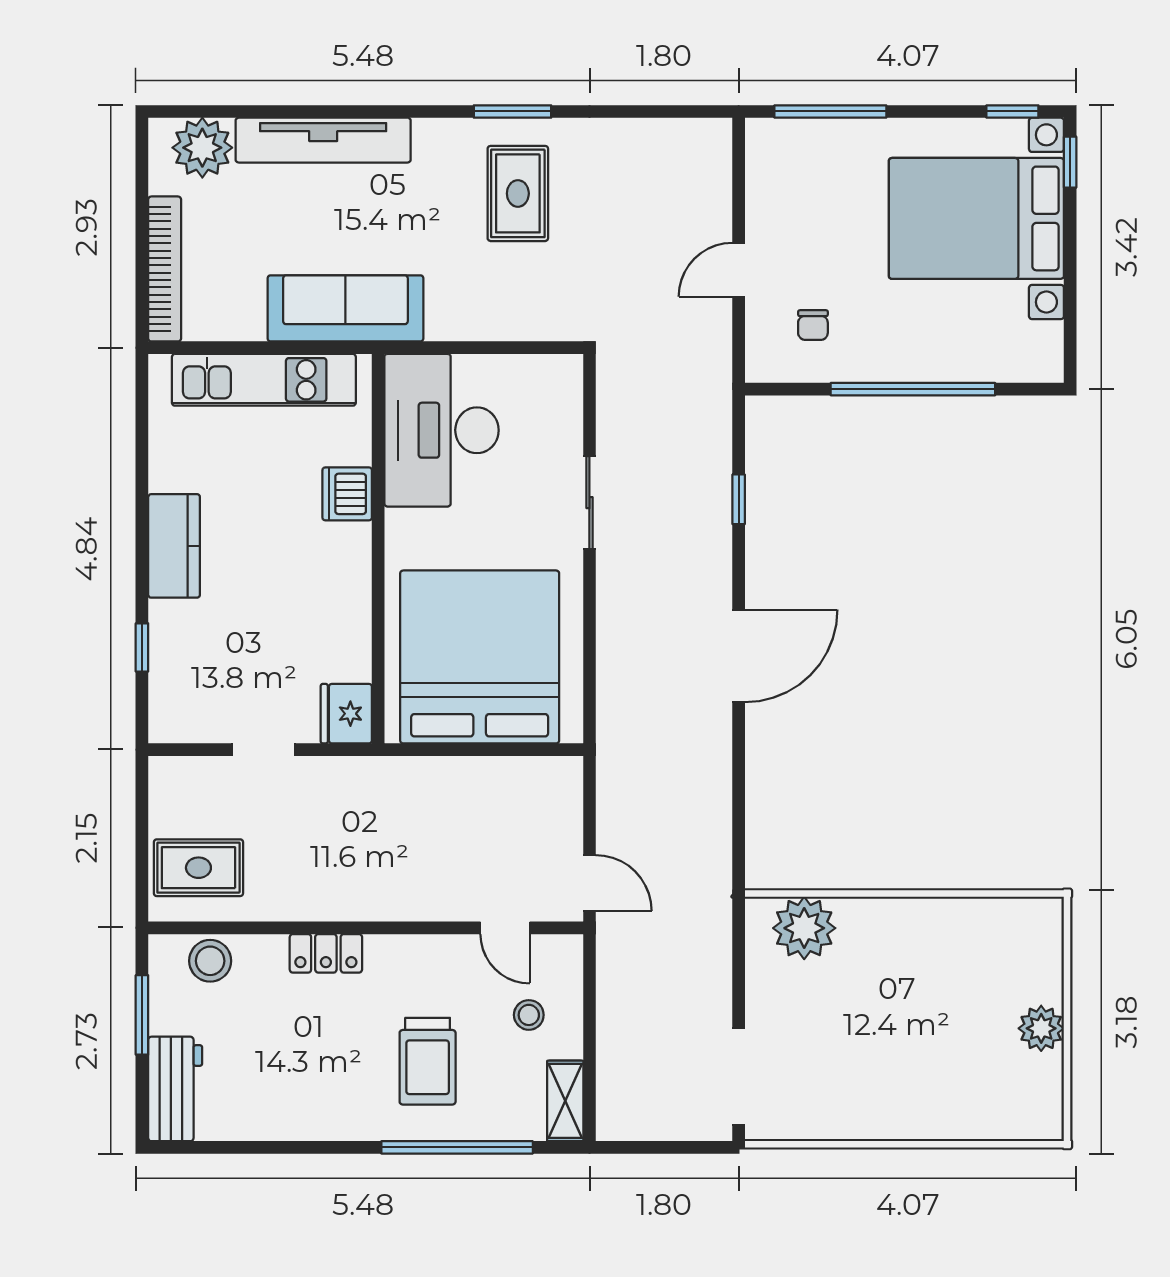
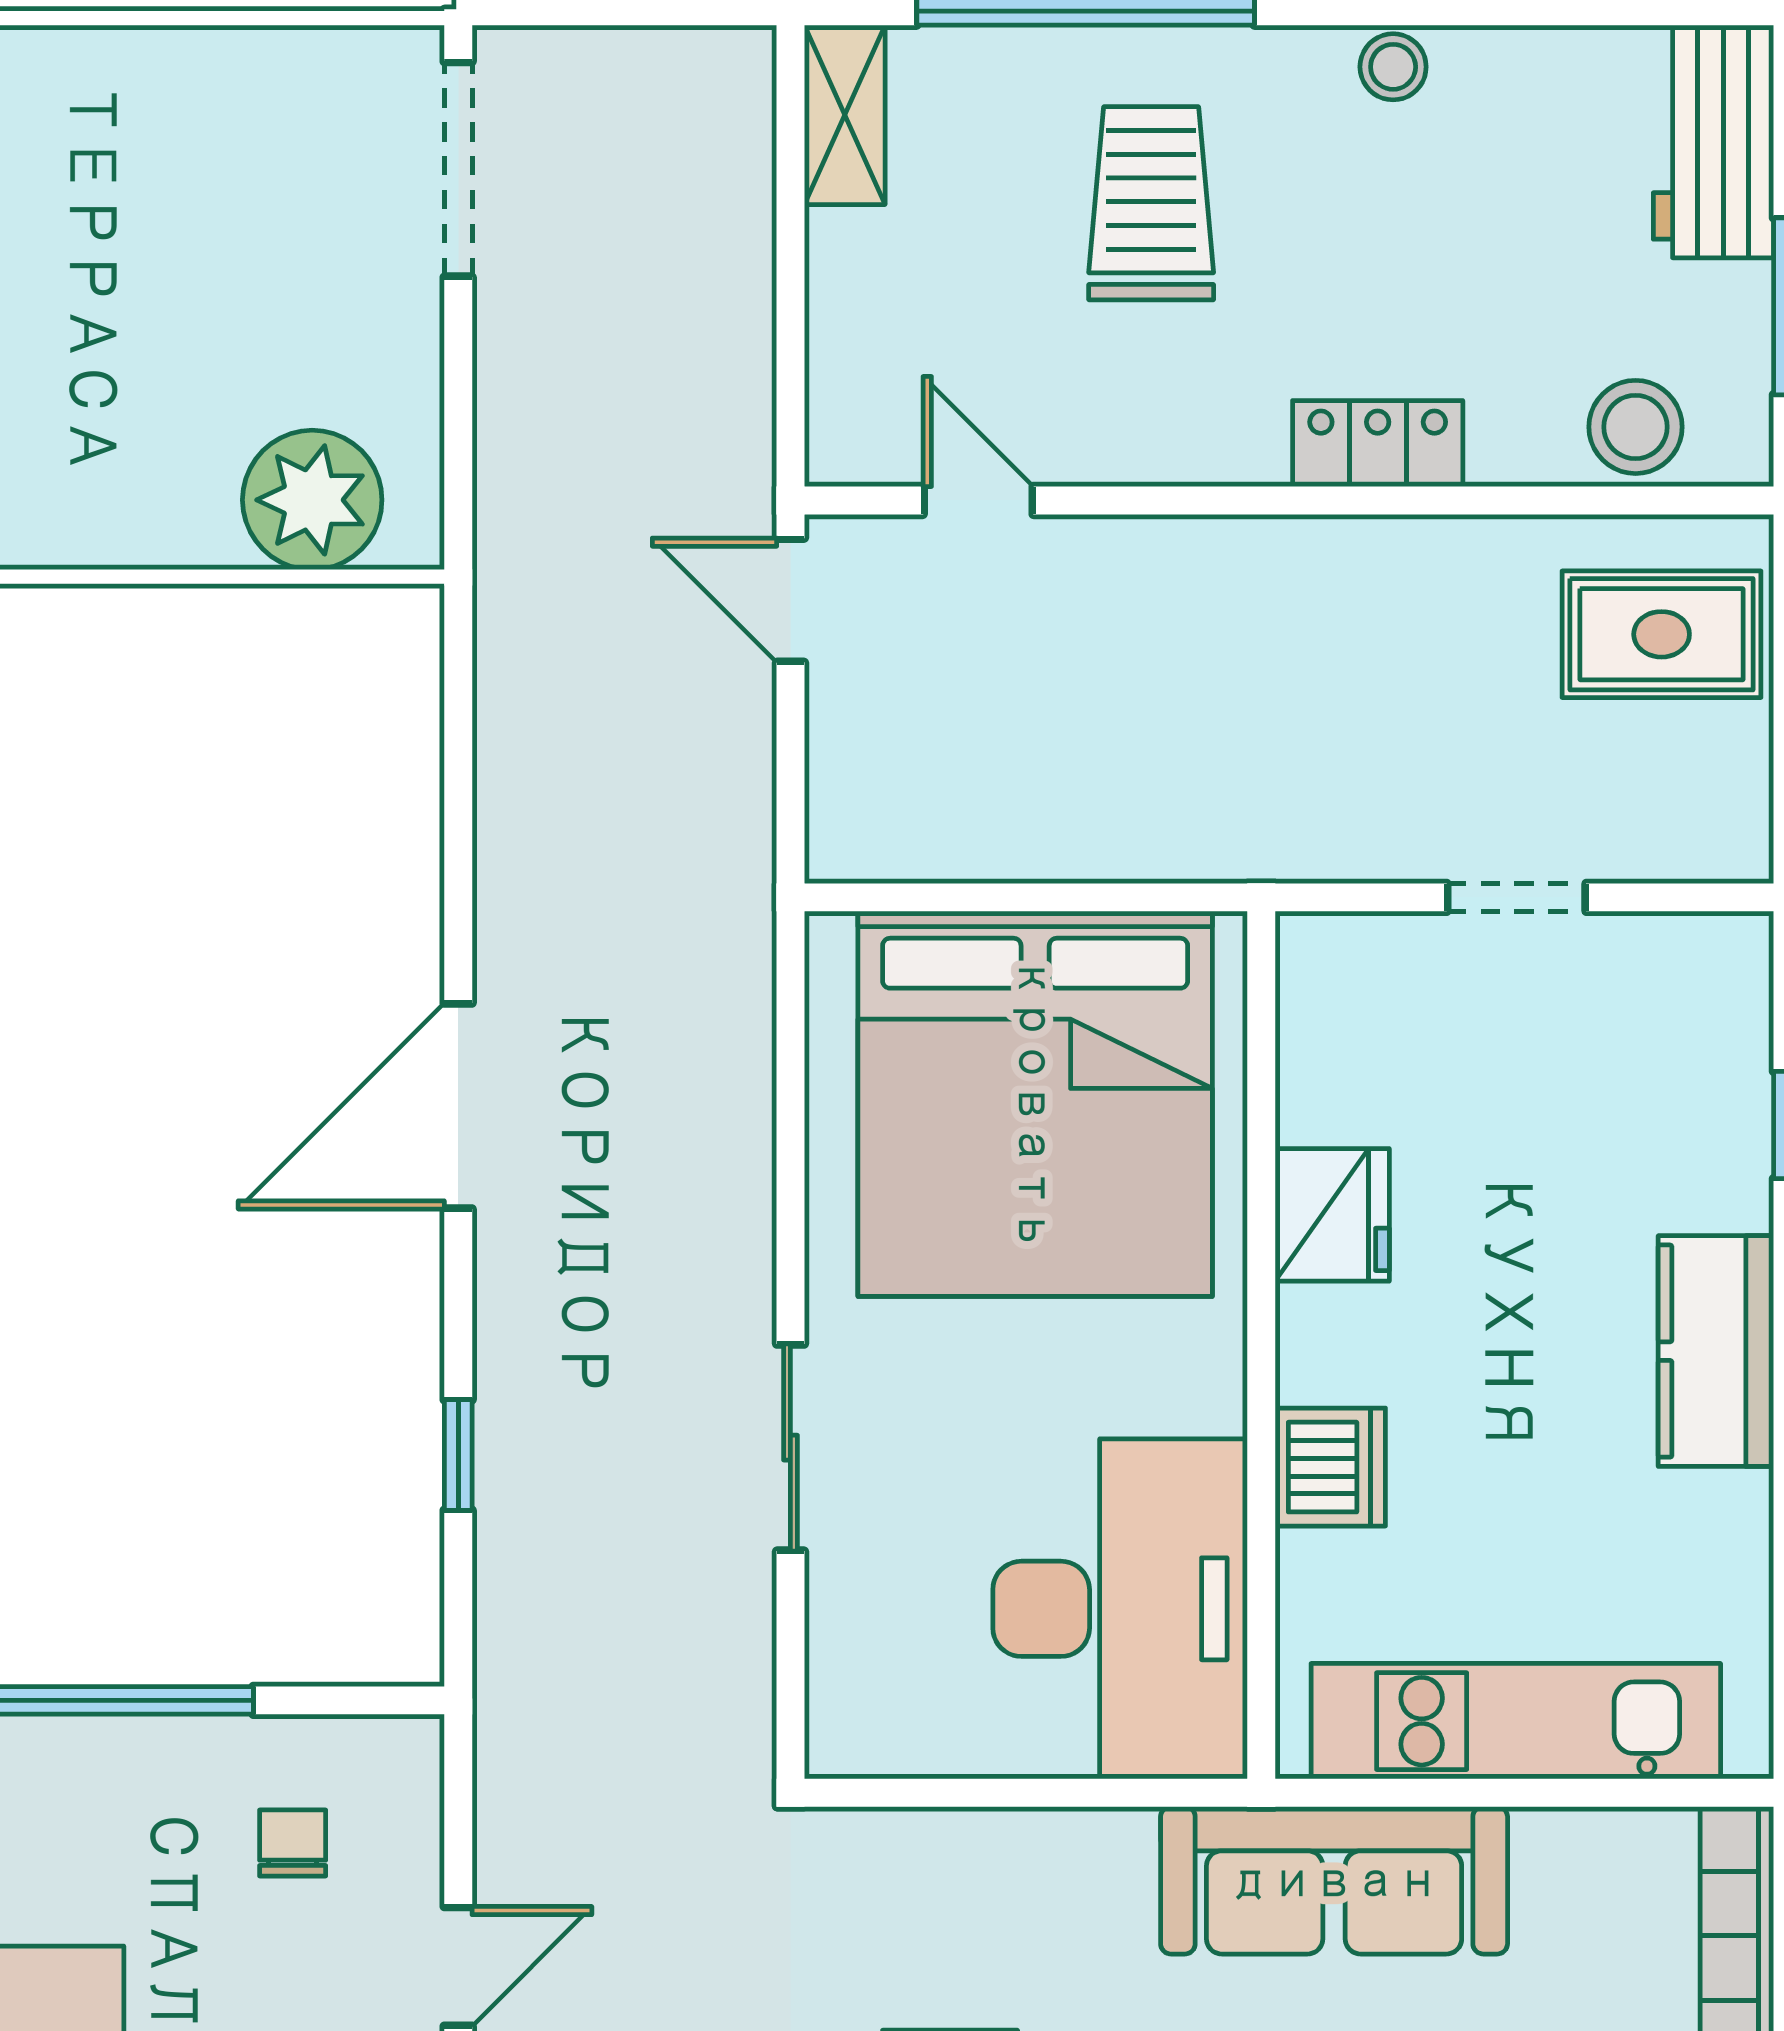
fridge: (346, 714) -> (1332, 1215), moved
stool: (529, 1015) -> (1393, 67), moved

